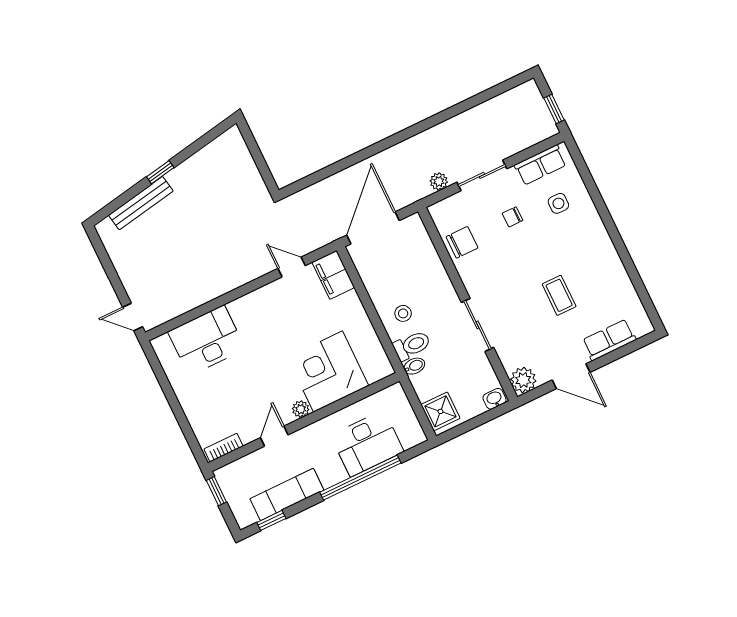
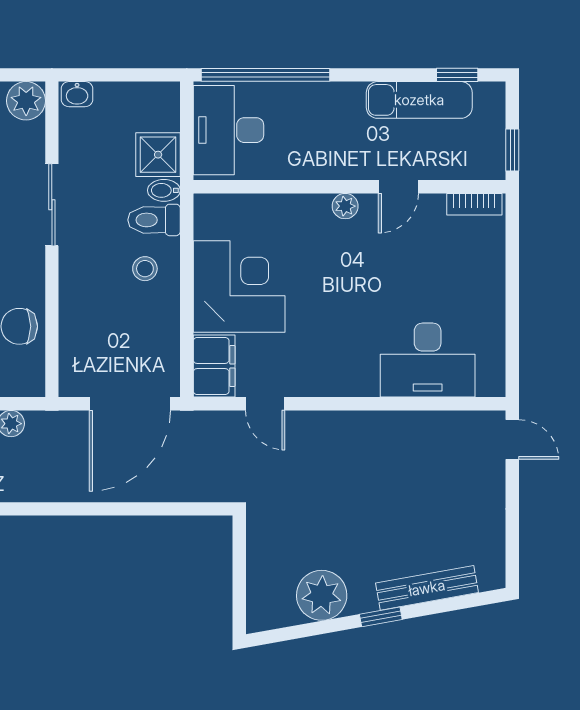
plant: (202, 168) -> (322, 595), added
corner desk: (328, 371) -> (239, 286), moved, turned -90
shower: (440, 411) -> (158, 155), moved
desk: (367, 443) -> (228, 130), moved, turned -90
window: (360, 478) -> (266, 75), moved

